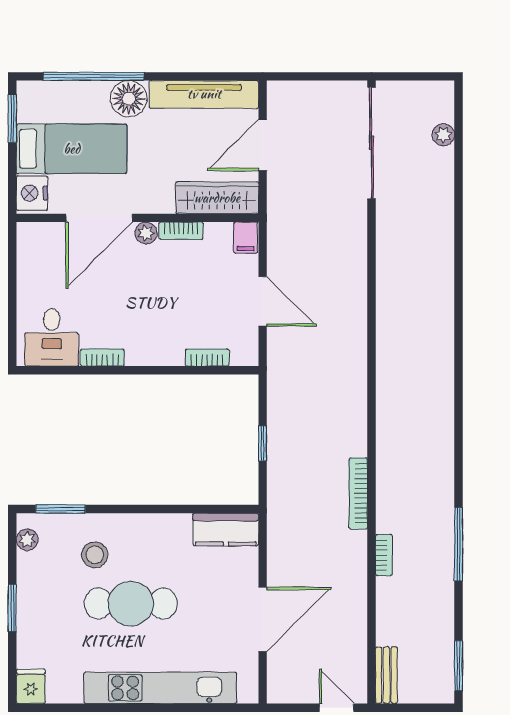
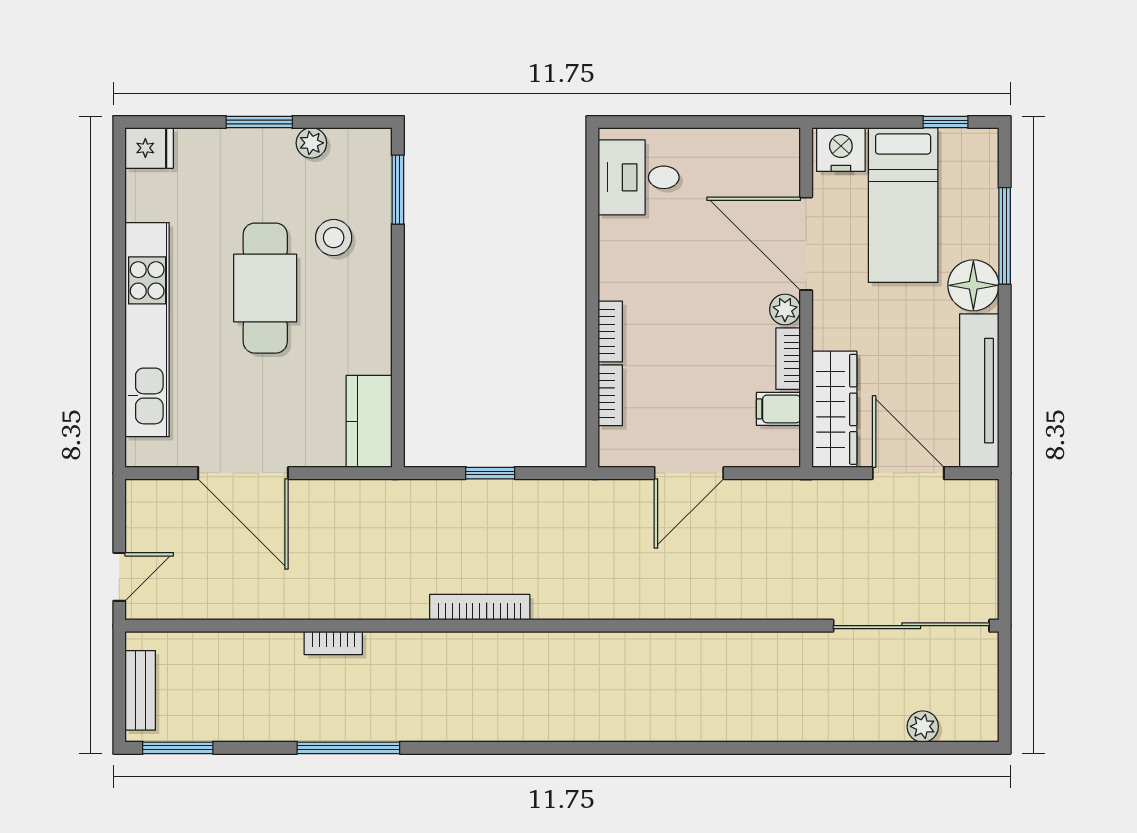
window: (94, 76) -> (1005, 236), width x0.68
window: (12, 118) -> (946, 122), width x0.67
filing cabinet: (246, 238) -> (778, 409), moved
bookcase: (102, 358) -> (610, 331), moved
bookcase: (358, 493) -> (480, 607), moved
plant: (27, 540) -> (311, 143), moved
bench: (386, 675) -> (140, 690), moved, turned 90

